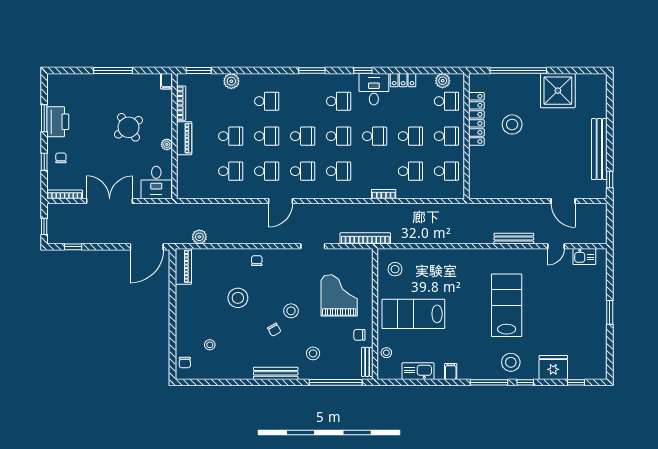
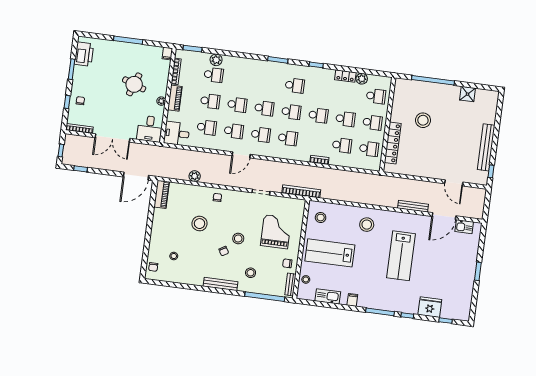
plant: (443, 81) -> (362, 79), moved
desk: (374, 89) -> (177, 134), moved, turned -90
shower: (558, 91) -> (468, 94), width x0.54, depth x0.54
school desk: (267, 101) -> (214, 75), moved
locker: (476, 119) -> (393, 143), moved
printer: (58, 122) -> (84, 54), moved
round table: (128, 127) -> (134, 84), turned -35
double door: (110, 201) -> (113, 138), swing flipped
plant: (199, 237) -> (195, 176), moved
door: (556, 246) -> (444, 216), width x1.88
lab bench: (507, 305) -> (401, 256), turned 180
stool: (511, 362) -> (367, 225), moved

